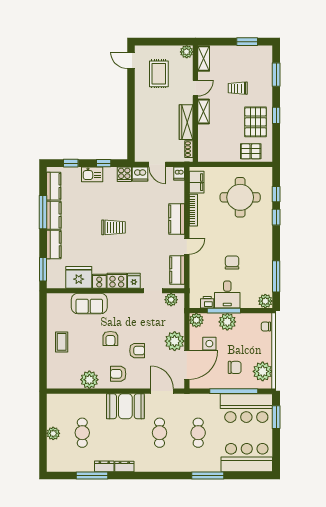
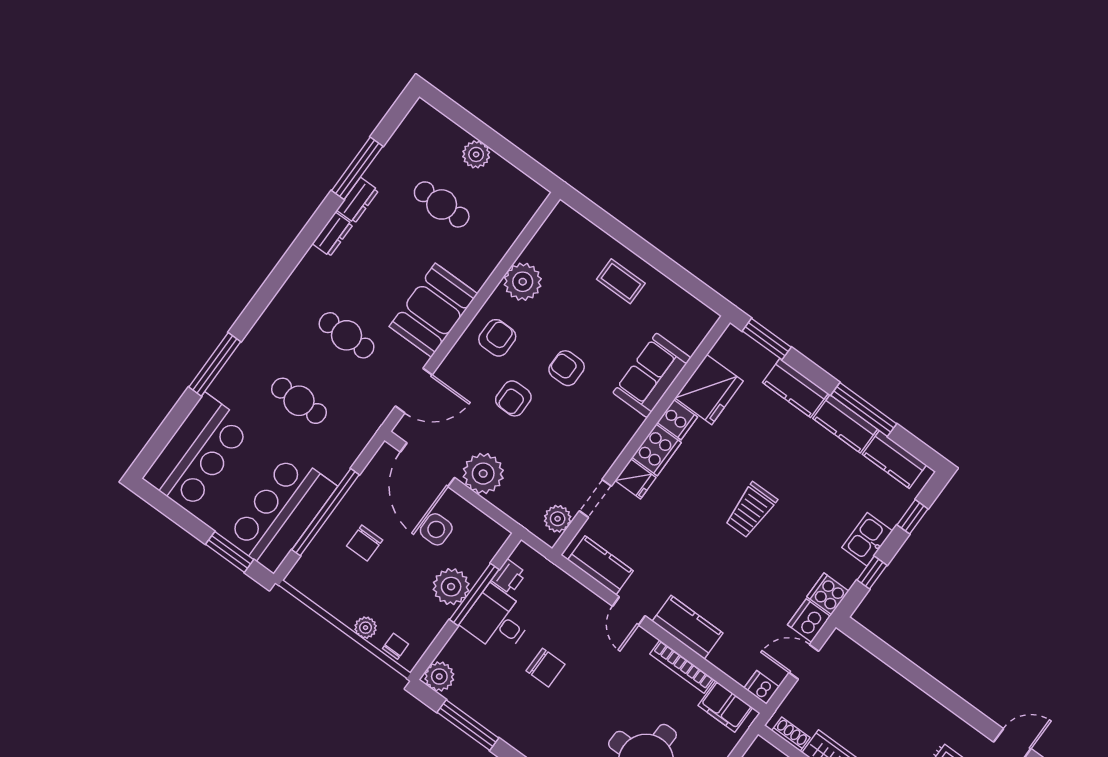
plant: (196, 320) -> (492, 536), removed
plant: (263, 371) -> (366, 628), moved, width x0.53, depth x0.53

